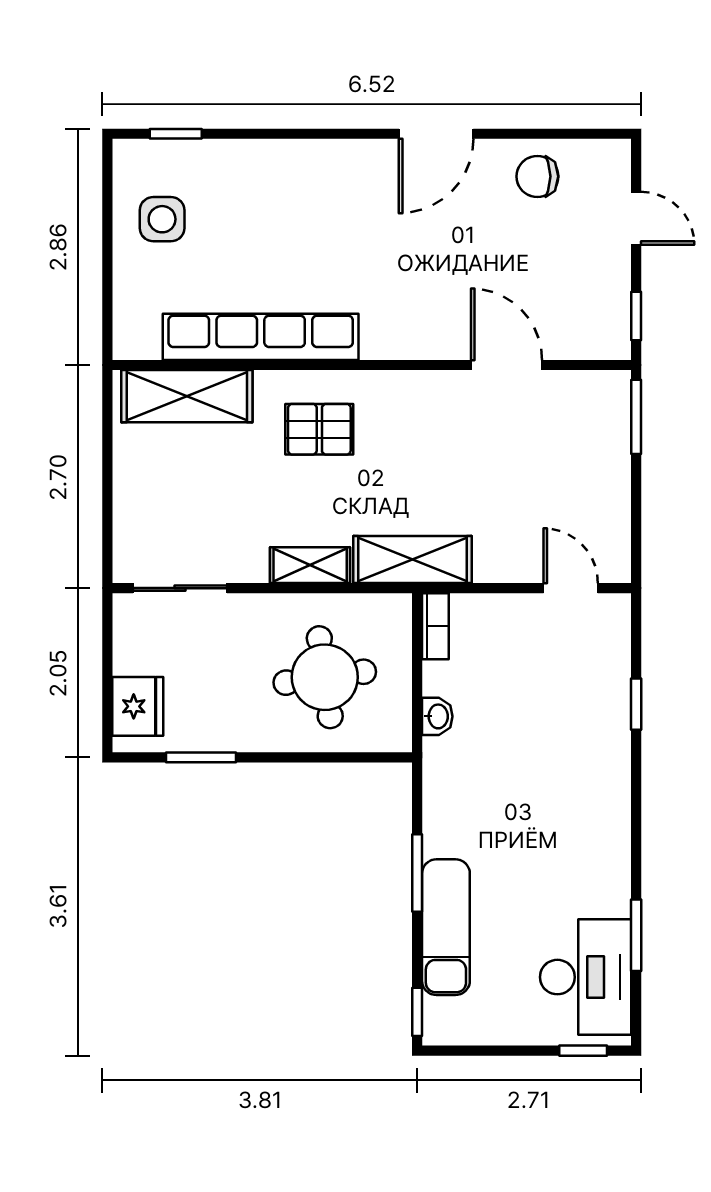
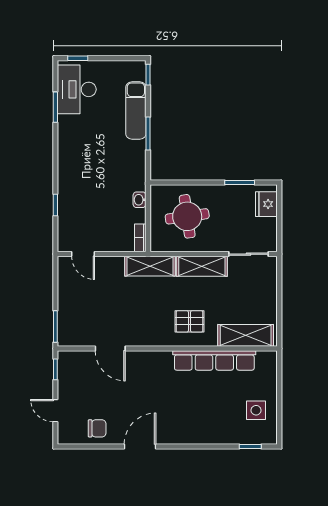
shelving: (310, 565) -> (202, 266), width x1.50, depth x1.33

